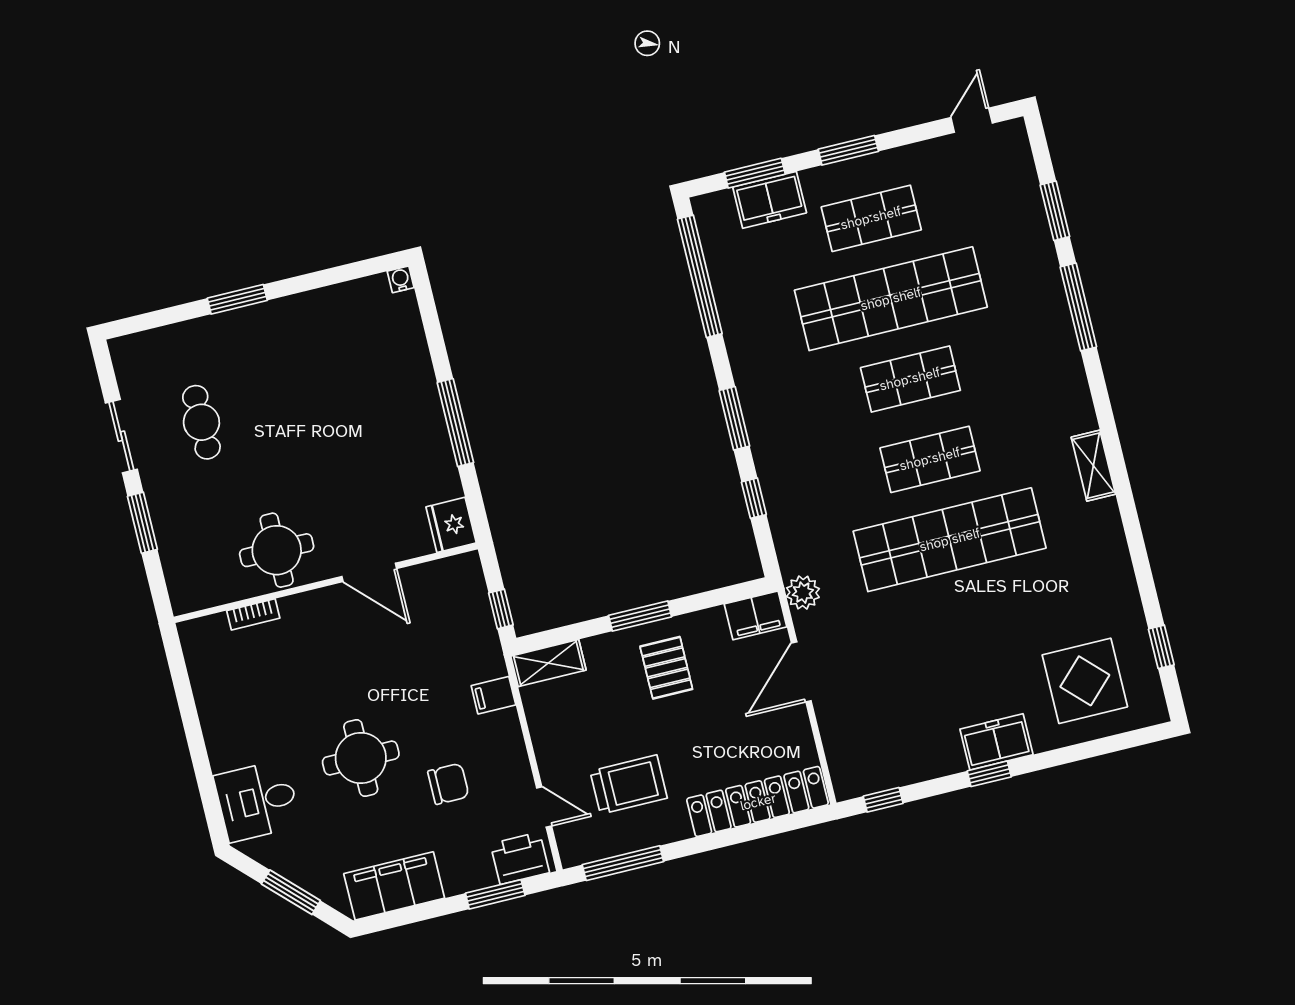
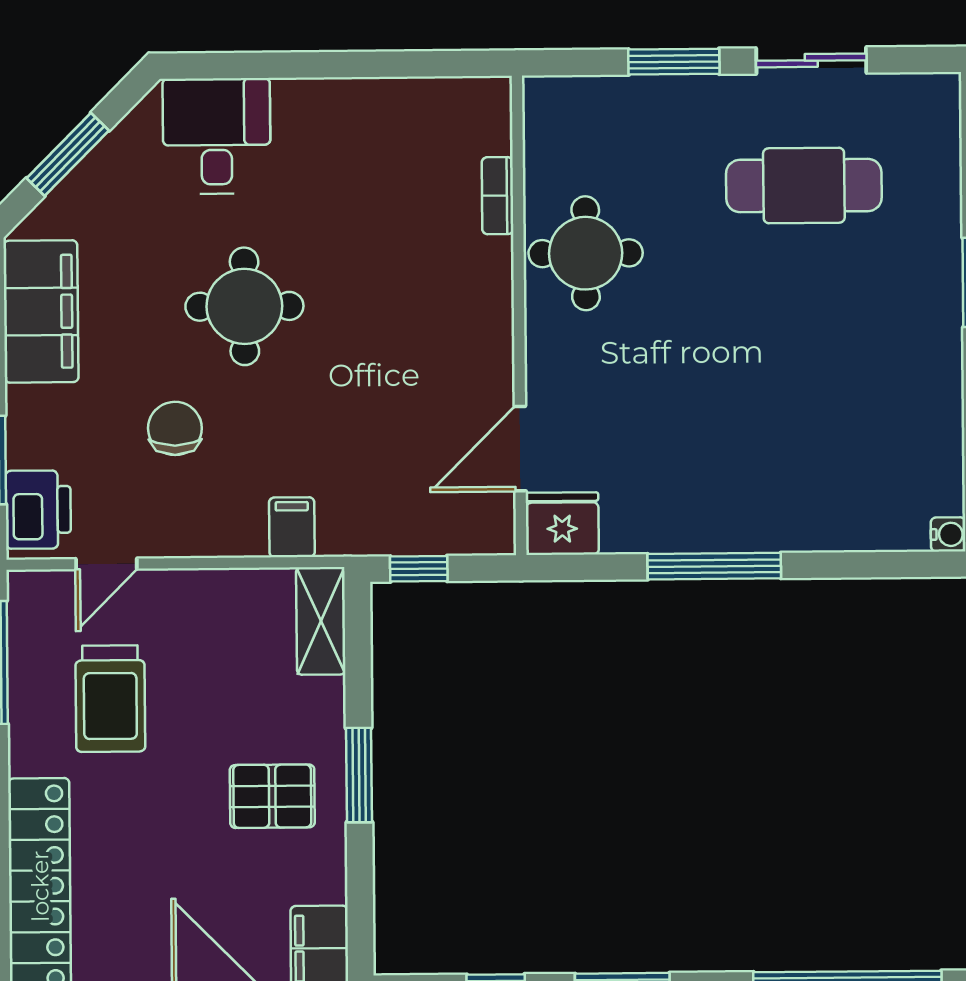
cafe table: (201, 422) -> (804, 186), width x1.37, depth x1.35
door: (369, 572) -> (520, 449), moved
chair: (448, 784) -> (175, 428), turned 180

